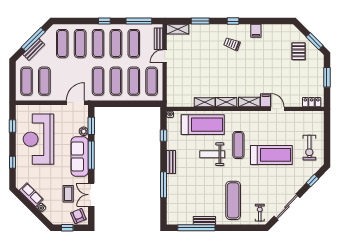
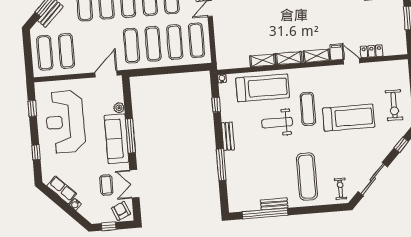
locker: (312, 102) -> (372, 51), moved
window: (91, 126) -> (128, 100), removed

